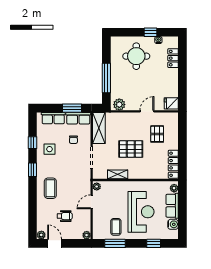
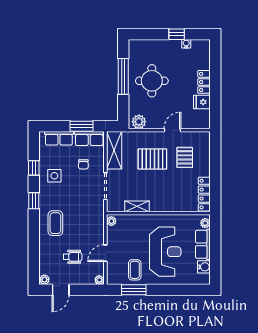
round table: (136, 56) -> (152, 81), moved
locker: (173, 58) -> (204, 82), moved
window: (106, 78) -> (123, 76), moved
fridge: (171, 103) -> (202, 102), moved
pallet: (131, 149) -> (152, 159), moved
door: (92, 202) -> (105, 253), moved
door: (55, 243) -> (61, 290), swing flipped
window: (154, 243) -> (180, 290), removed

